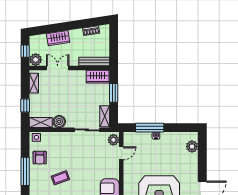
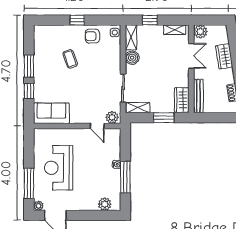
window: (25, 51) -> (210, 20), removed
window: (150, 128) -> (125, 177), moved
window: (25, 171) -> (77, 20), width x0.46

